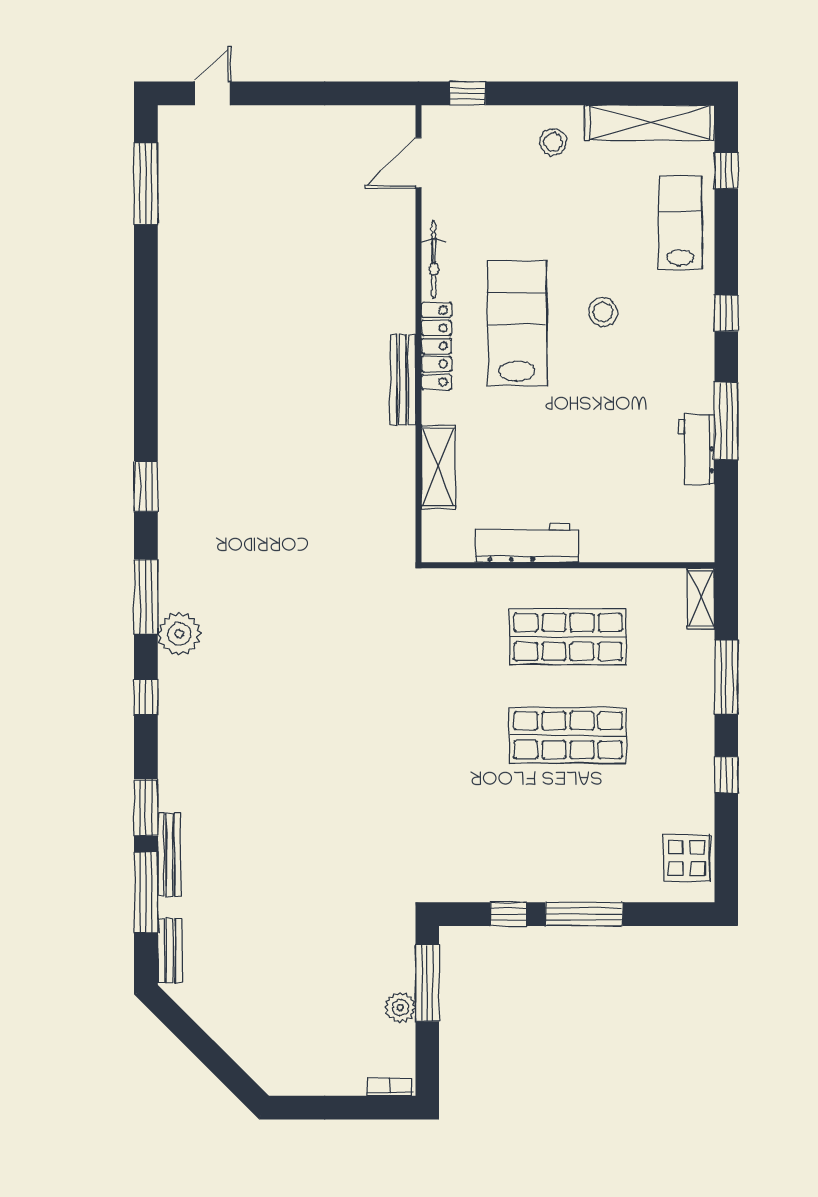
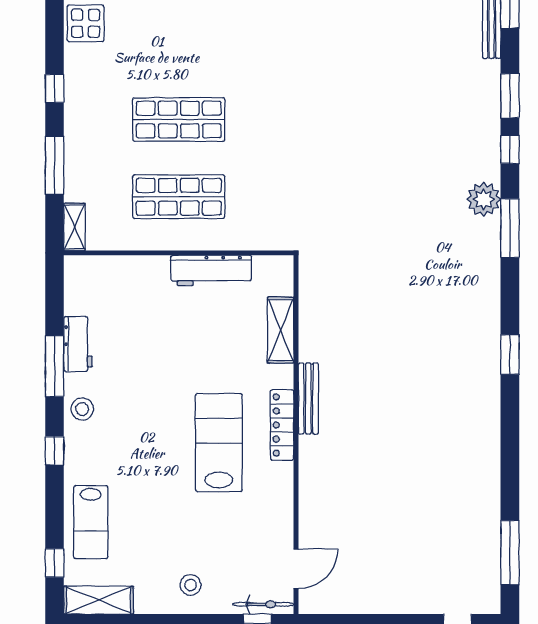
shelving: (649, 123) -> (99, 600), width x0.68
bicycle: (434, 260) -> (263, 604), moved, turned 90
stool: (603, 312) -> (82, 409), moved
lab bench: (517, 323) -> (219, 443), turned 180
window: (146, 486) -> (510, 355), moved
window: (146, 808) -> (510, 96), moved

